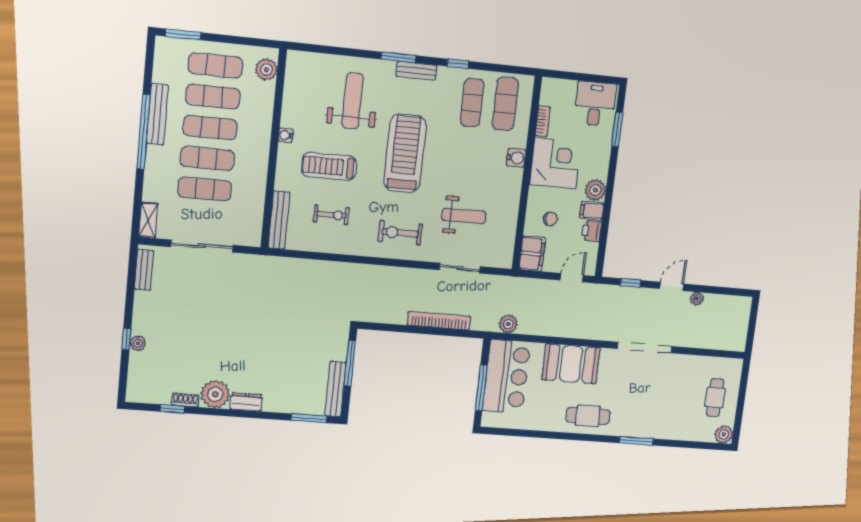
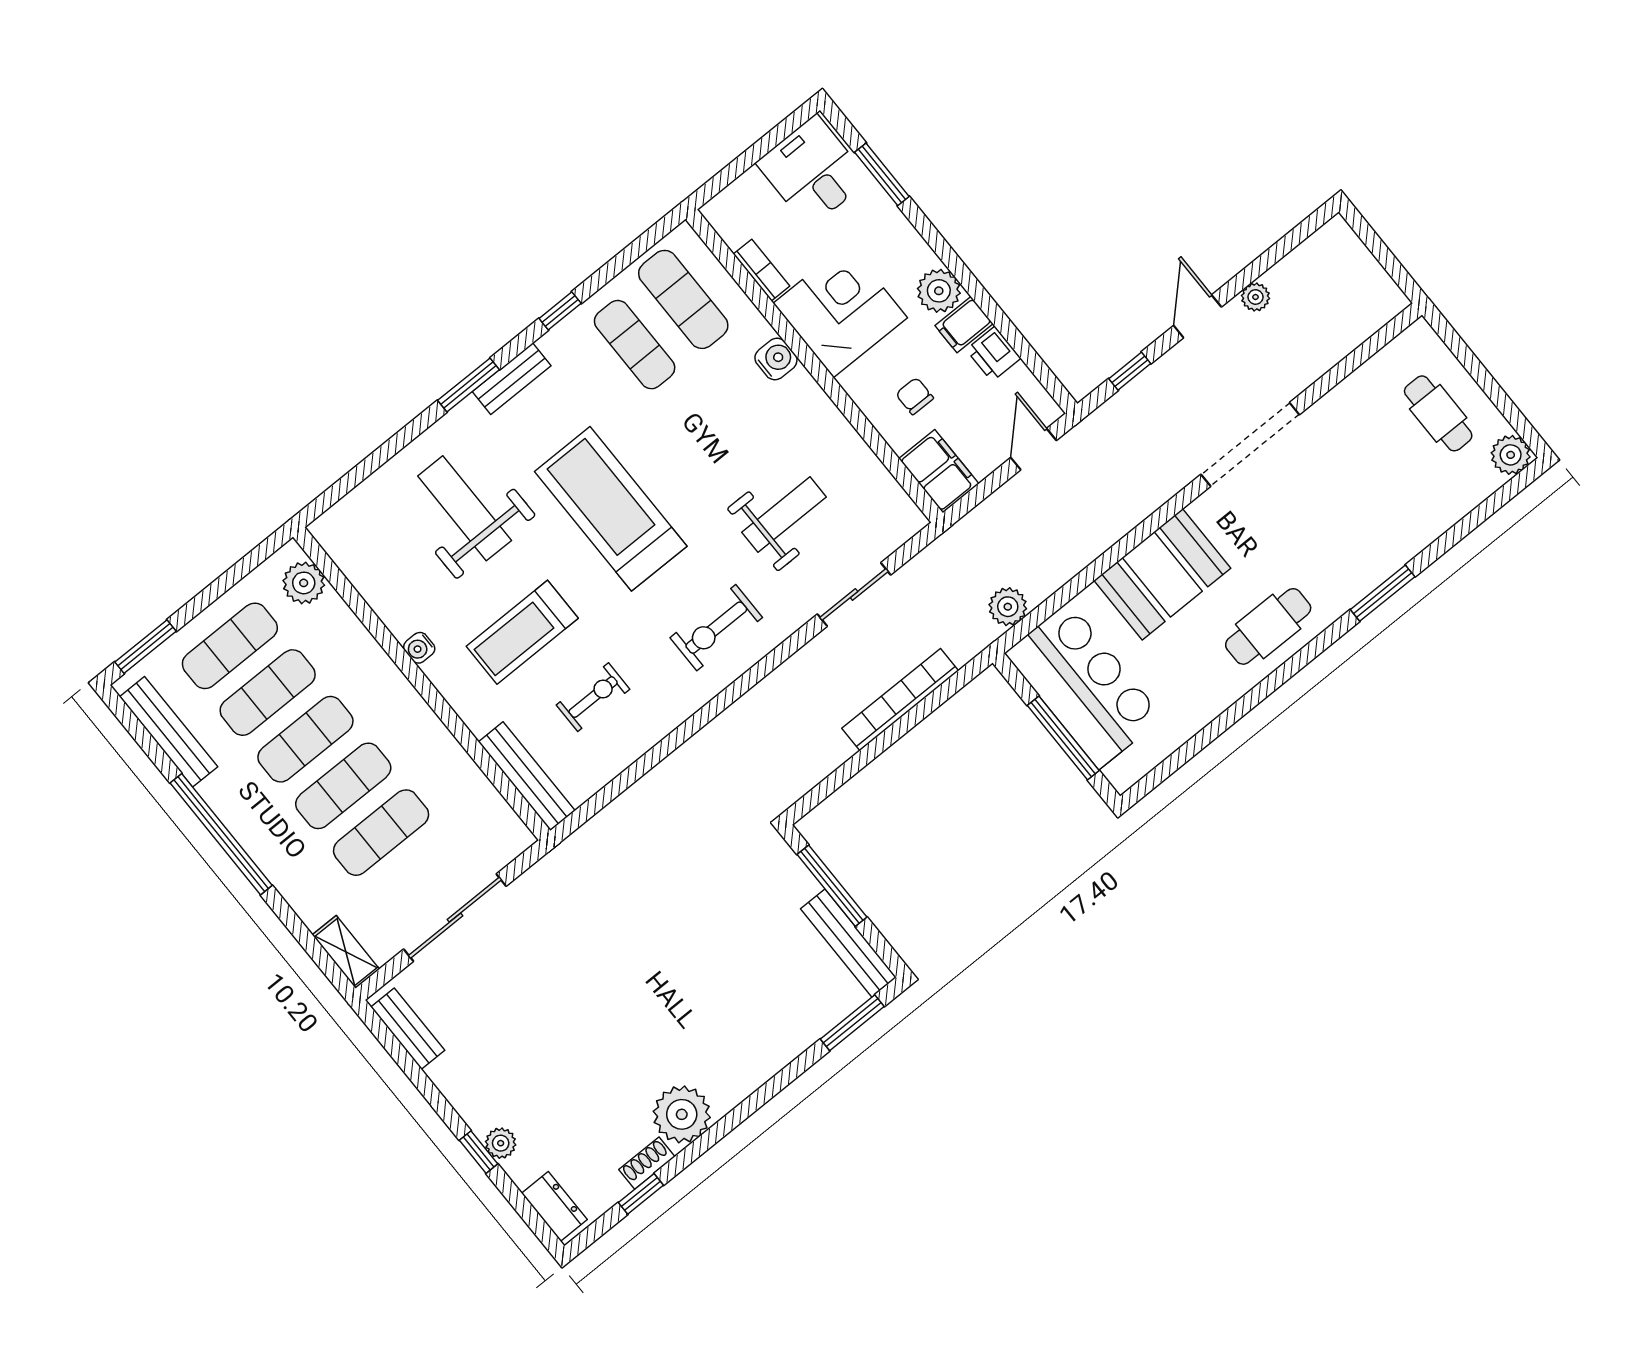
bench: (157, 114) -> (169, 732), moved
chair: (550, 219) -> (915, 396), turned -90
dresser: (246, 402) -> (554, 1206), moved, turned 90

